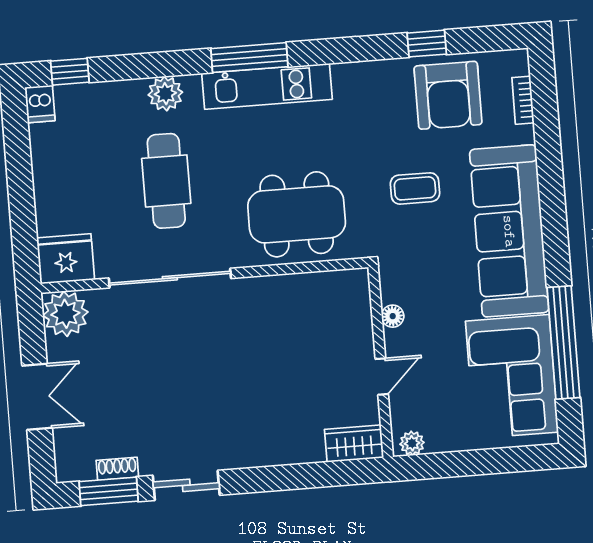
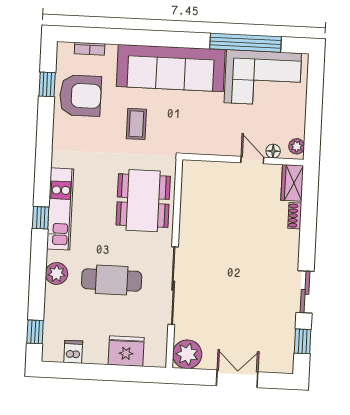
window: (427, 44) -> (47, 84), moved
window: (249, 58) -> (41, 218), width x0.46
dishwasher: (40, 104) -> (73, 352), moved, turned -90
fridge: (66, 259) -> (126, 351), moved, turned 90
floor lamp: (393, 316) -> (273, 151), moved
shoe rack: (117, 469) -> (295, 216), moved
window: (109, 491) -> (303, 341), width x0.67

